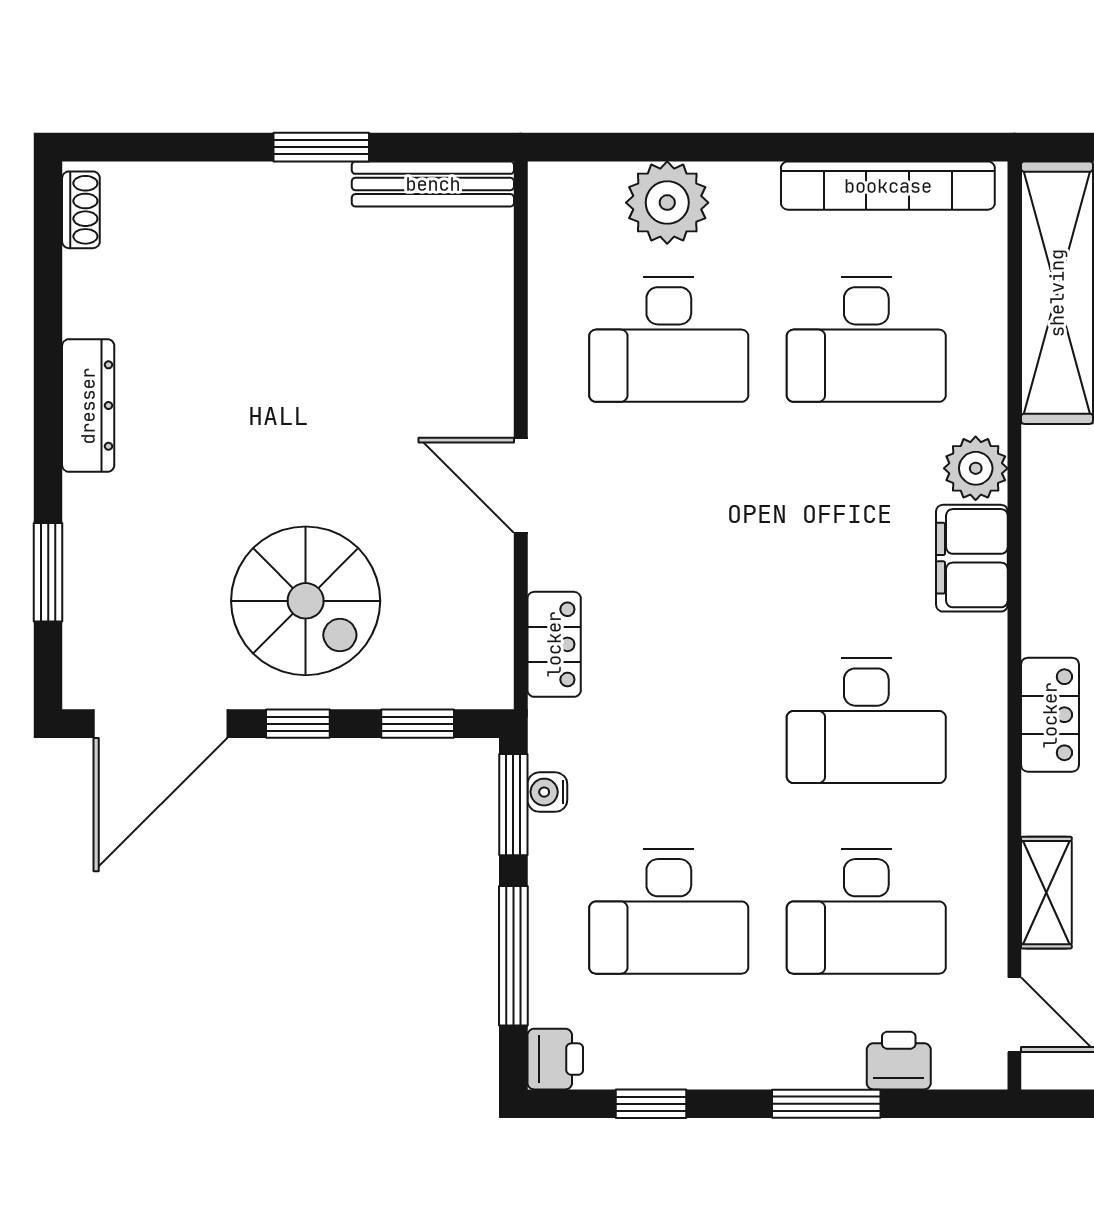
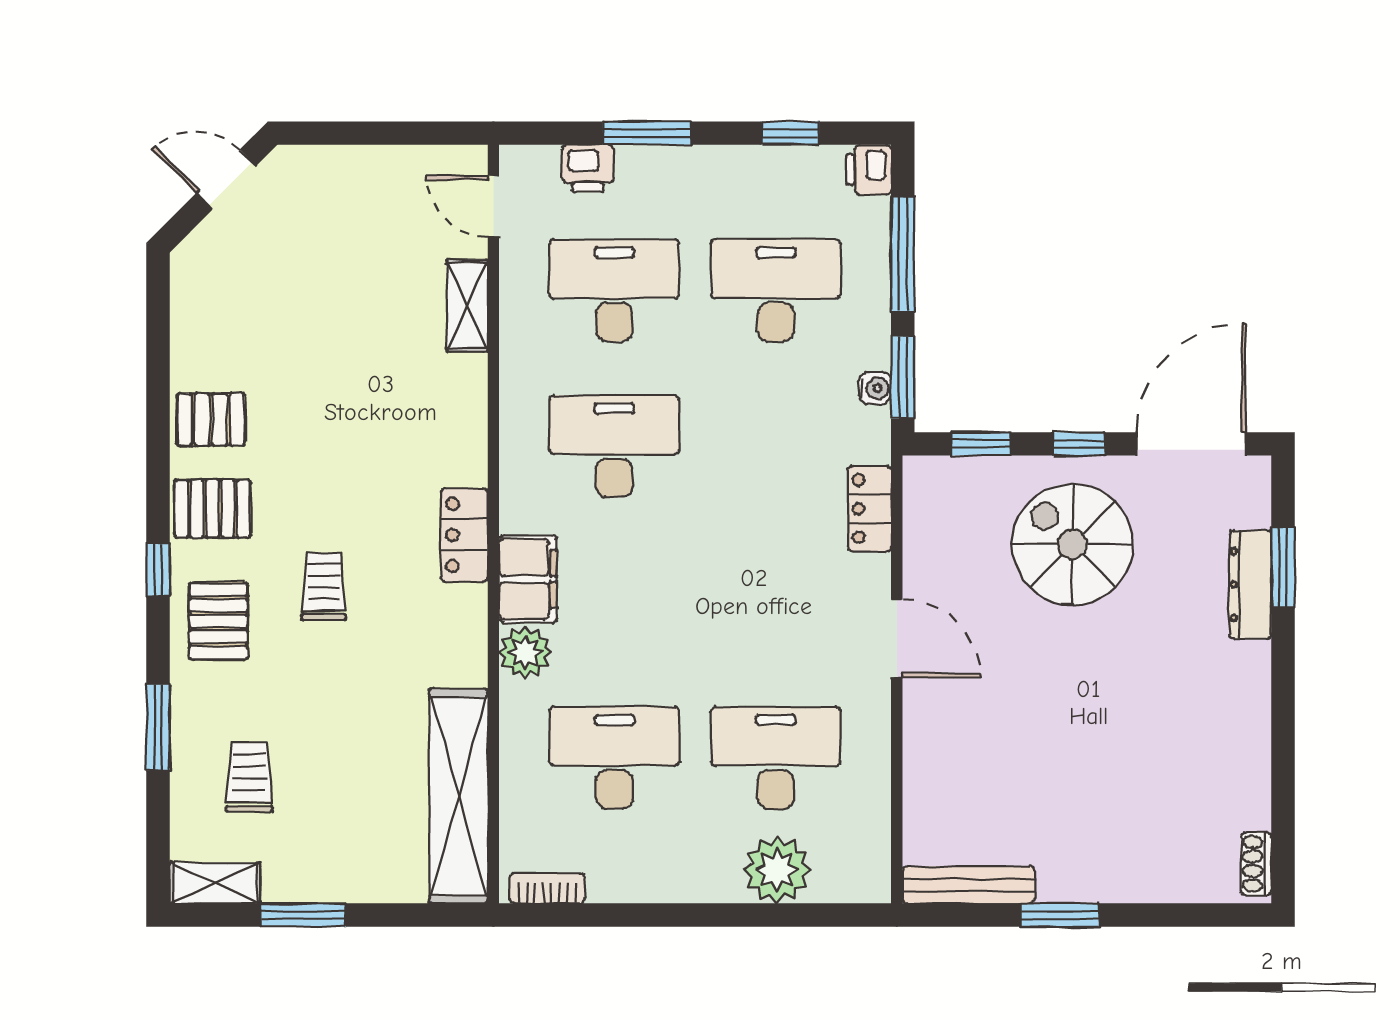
bookcase: (888, 186) -> (547, 888), width x0.43, depth x0.76
dresser: (88, 406) -> (1250, 585), moved
locker: (1050, 715) -> (464, 535), moved

